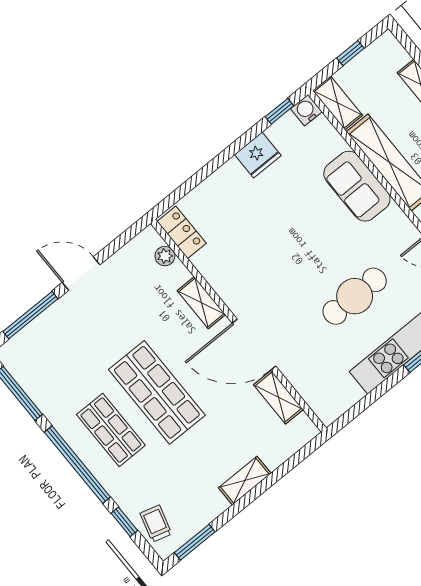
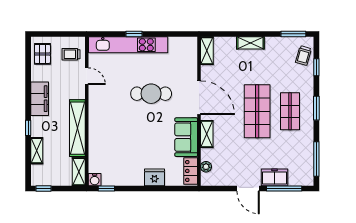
window: (350, 53) -> (43, 189), moved
fridge: (258, 155) -> (154, 177), moved
sofa: (357, 186) -> (186, 137), moved, turned 180
cafe table: (355, 296) -> (151, 94), moved
freezer: (57, 320) -> (274, 177), added
shelving: (278, 397) -> (207, 51), moved
window: (77, 465) -> (316, 108), width x0.47

